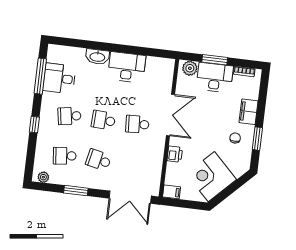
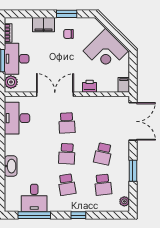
desk: (127, 67) -> (17, 118), moved

